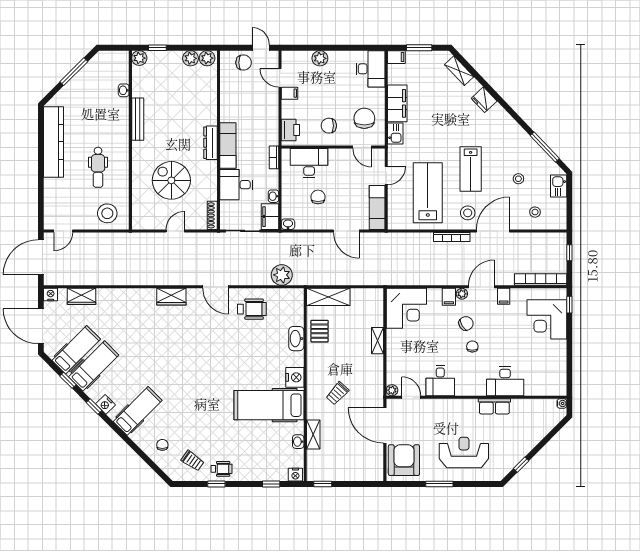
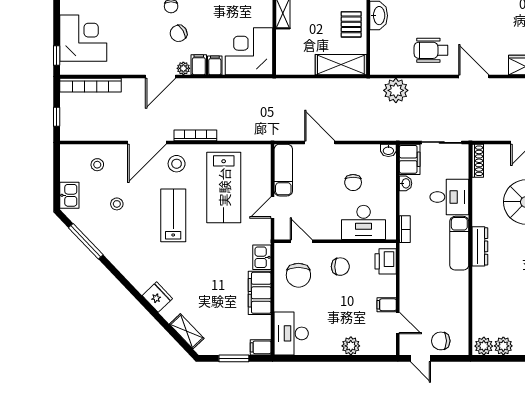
filing cabinet: (504, 296) -> (215, 65), moved

